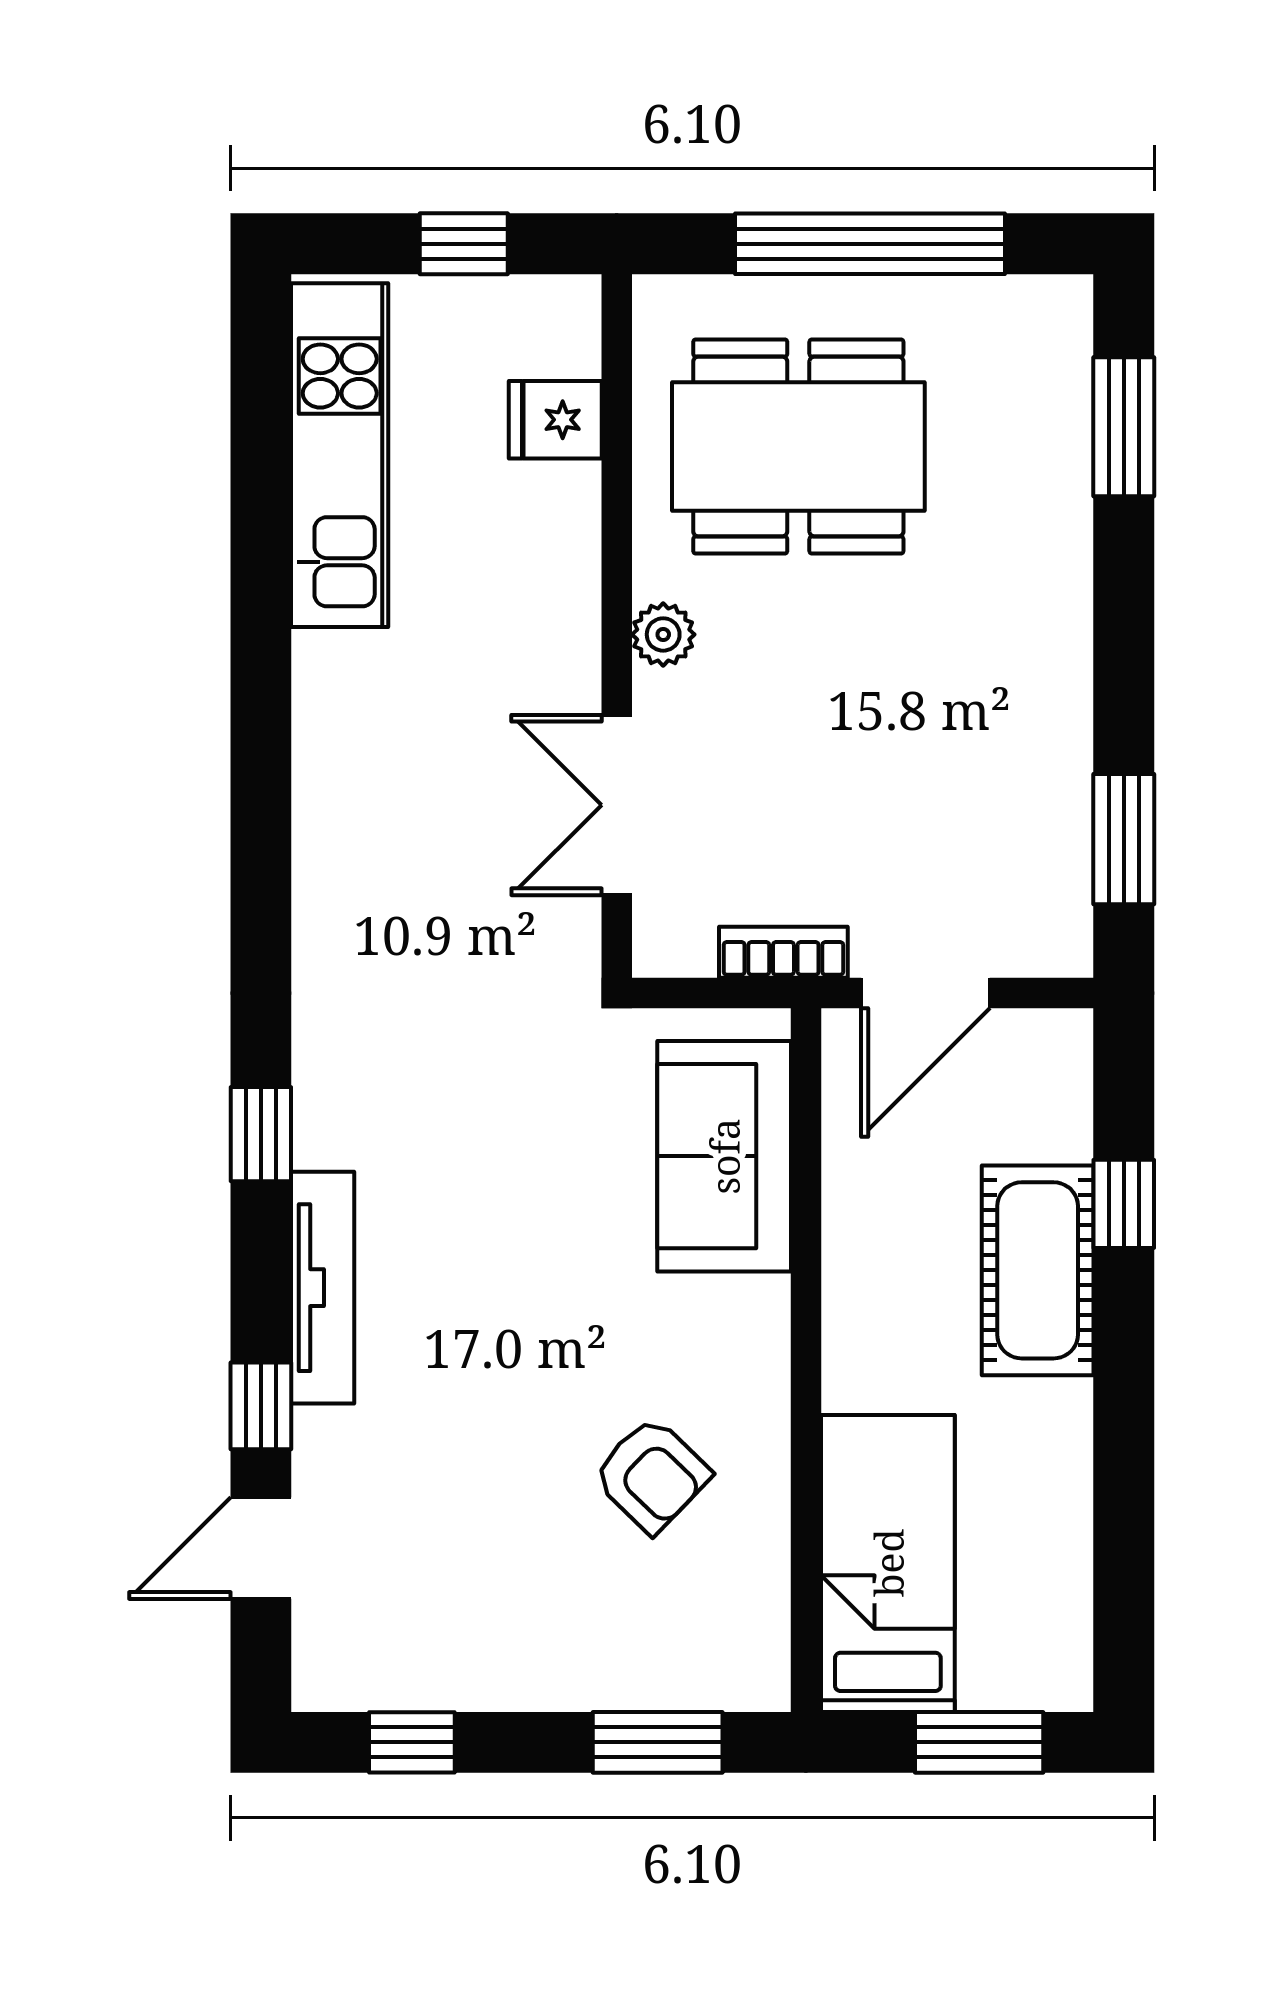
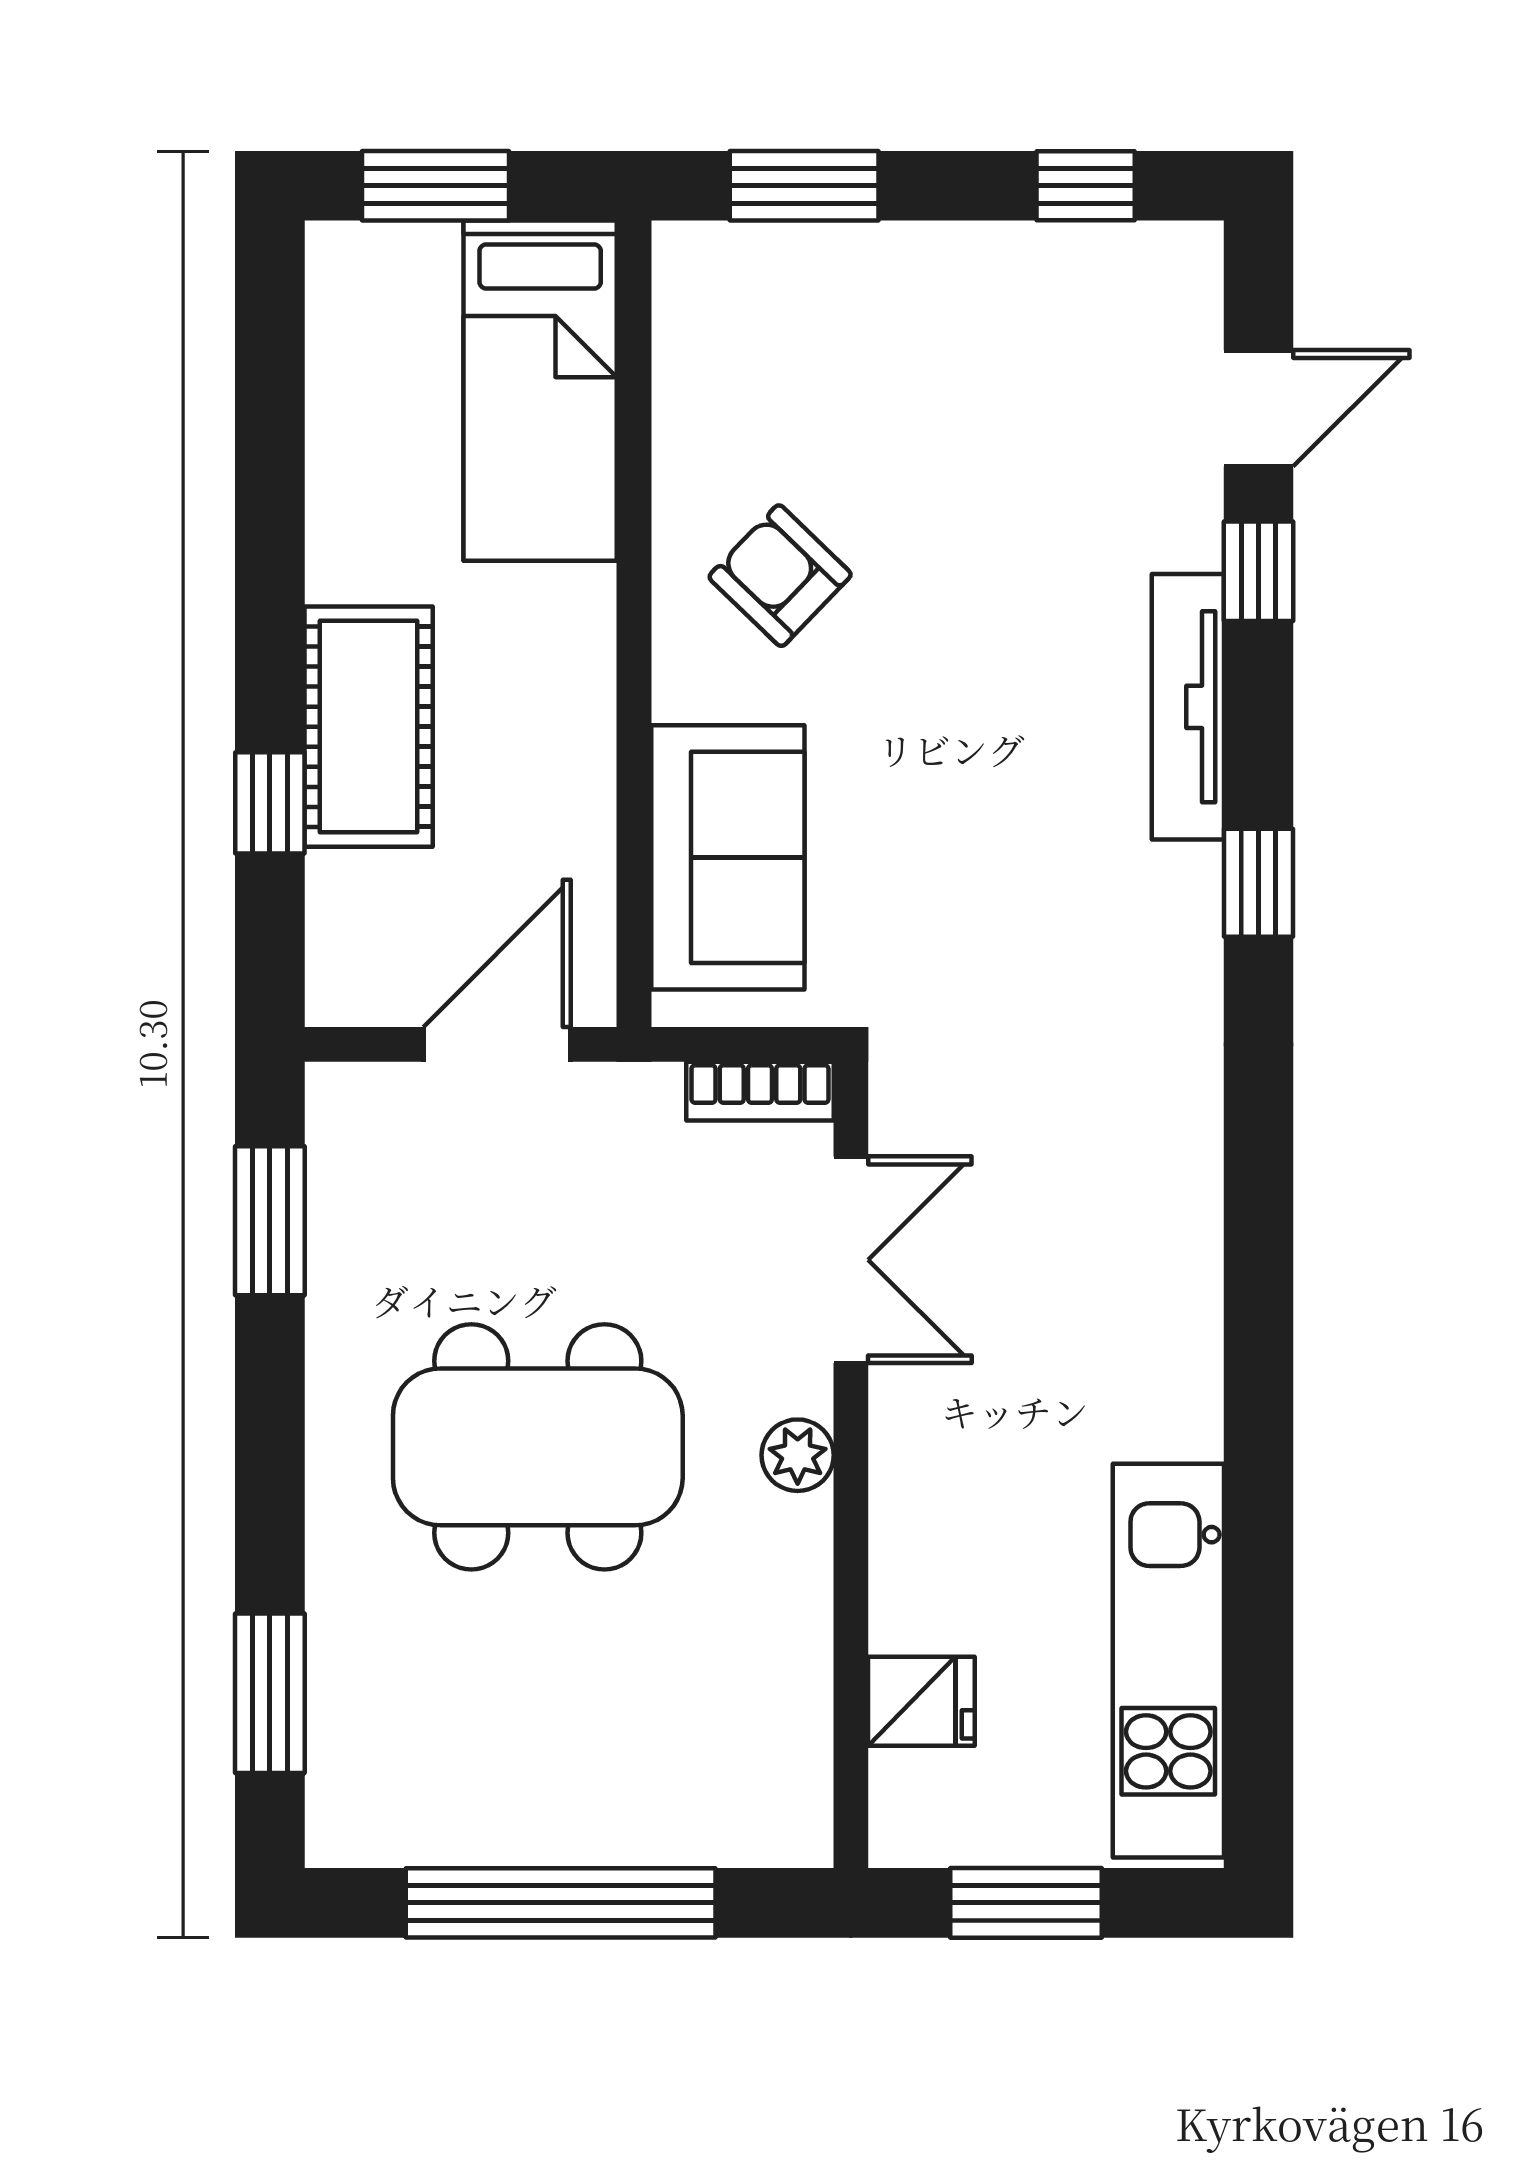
window: (464, 244) -> (1026, 1903), width x1.50
dining table: (798, 447) -> (538, 1447), moved
bookcase: (783, 952) -> (760, 1091), moved
armchair: (652, 1475) -> (780, 576), moved

